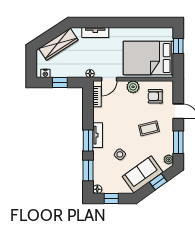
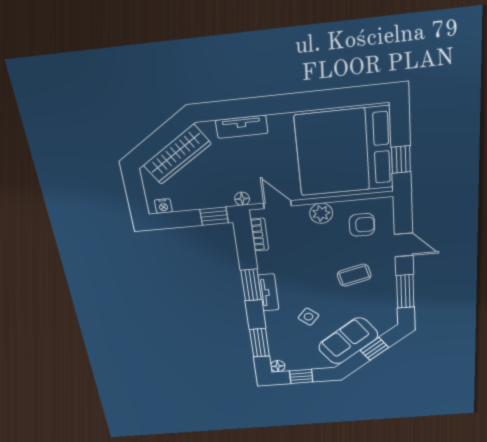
window: (178, 46) -> (401, 159), moved
bed: (148, 58) -> (344, 152), width x1.36
door: (109, 79) -> (277, 205), swing flipped
window: (60, 82) -> (214, 216), moved
armchair: (155, 96) -> (362, 225), turned 180
window: (88, 140) -> (251, 285), moved
plant: (169, 159) -> (390, 317), removed

